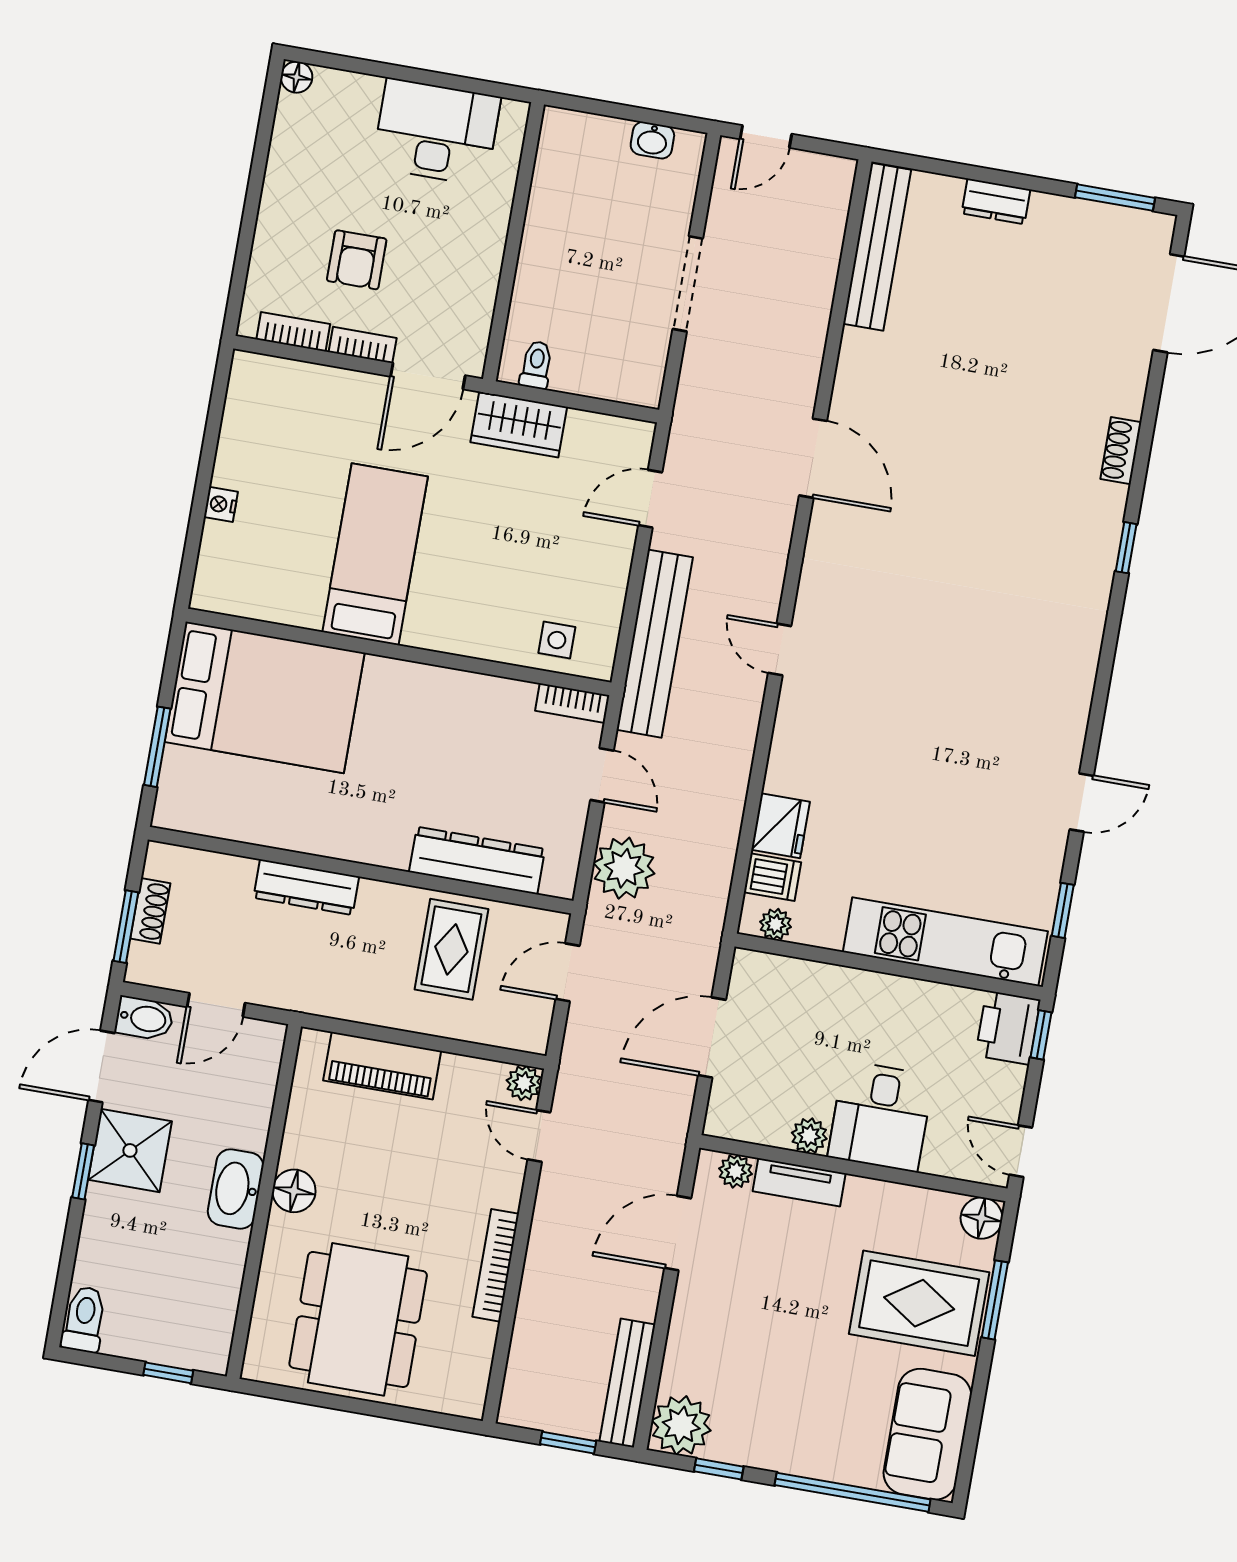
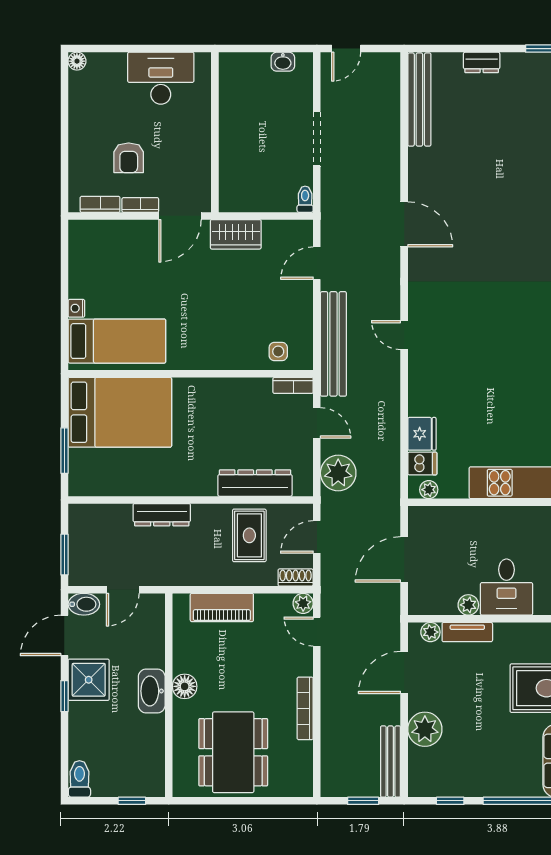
toilet: (536, 365) -> (305, 199), moved
bed: (375, 554) -> (117, 341), moved, turned 90
shoe rack: (150, 911) -> (296, 578), moved, turned -90
plant: (681, 1425) -> (425, 729), moved

